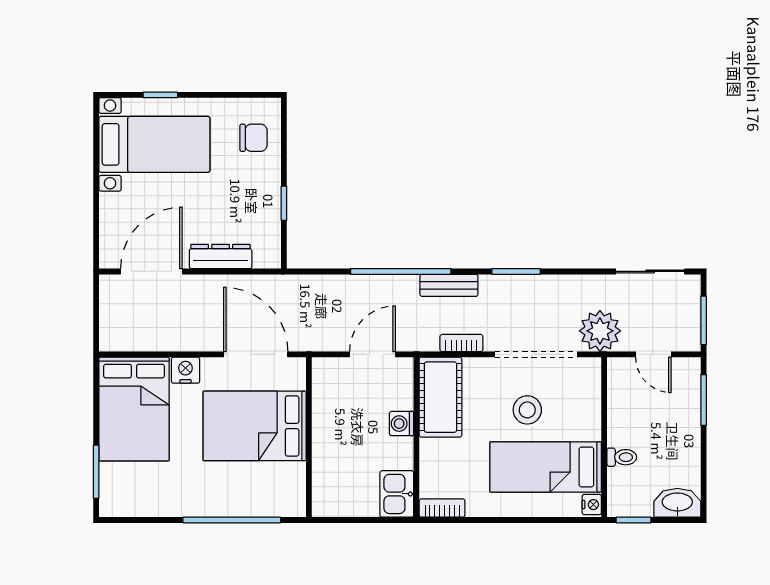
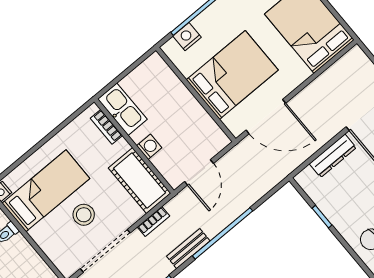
nightstand: (185, 370) -> (187, 37), moved, turned 180
kitchen sink: (397, 494) -> (122, 109), width x1.38
bookcase: (442, 508) -> (106, 127), moved, turned 90

